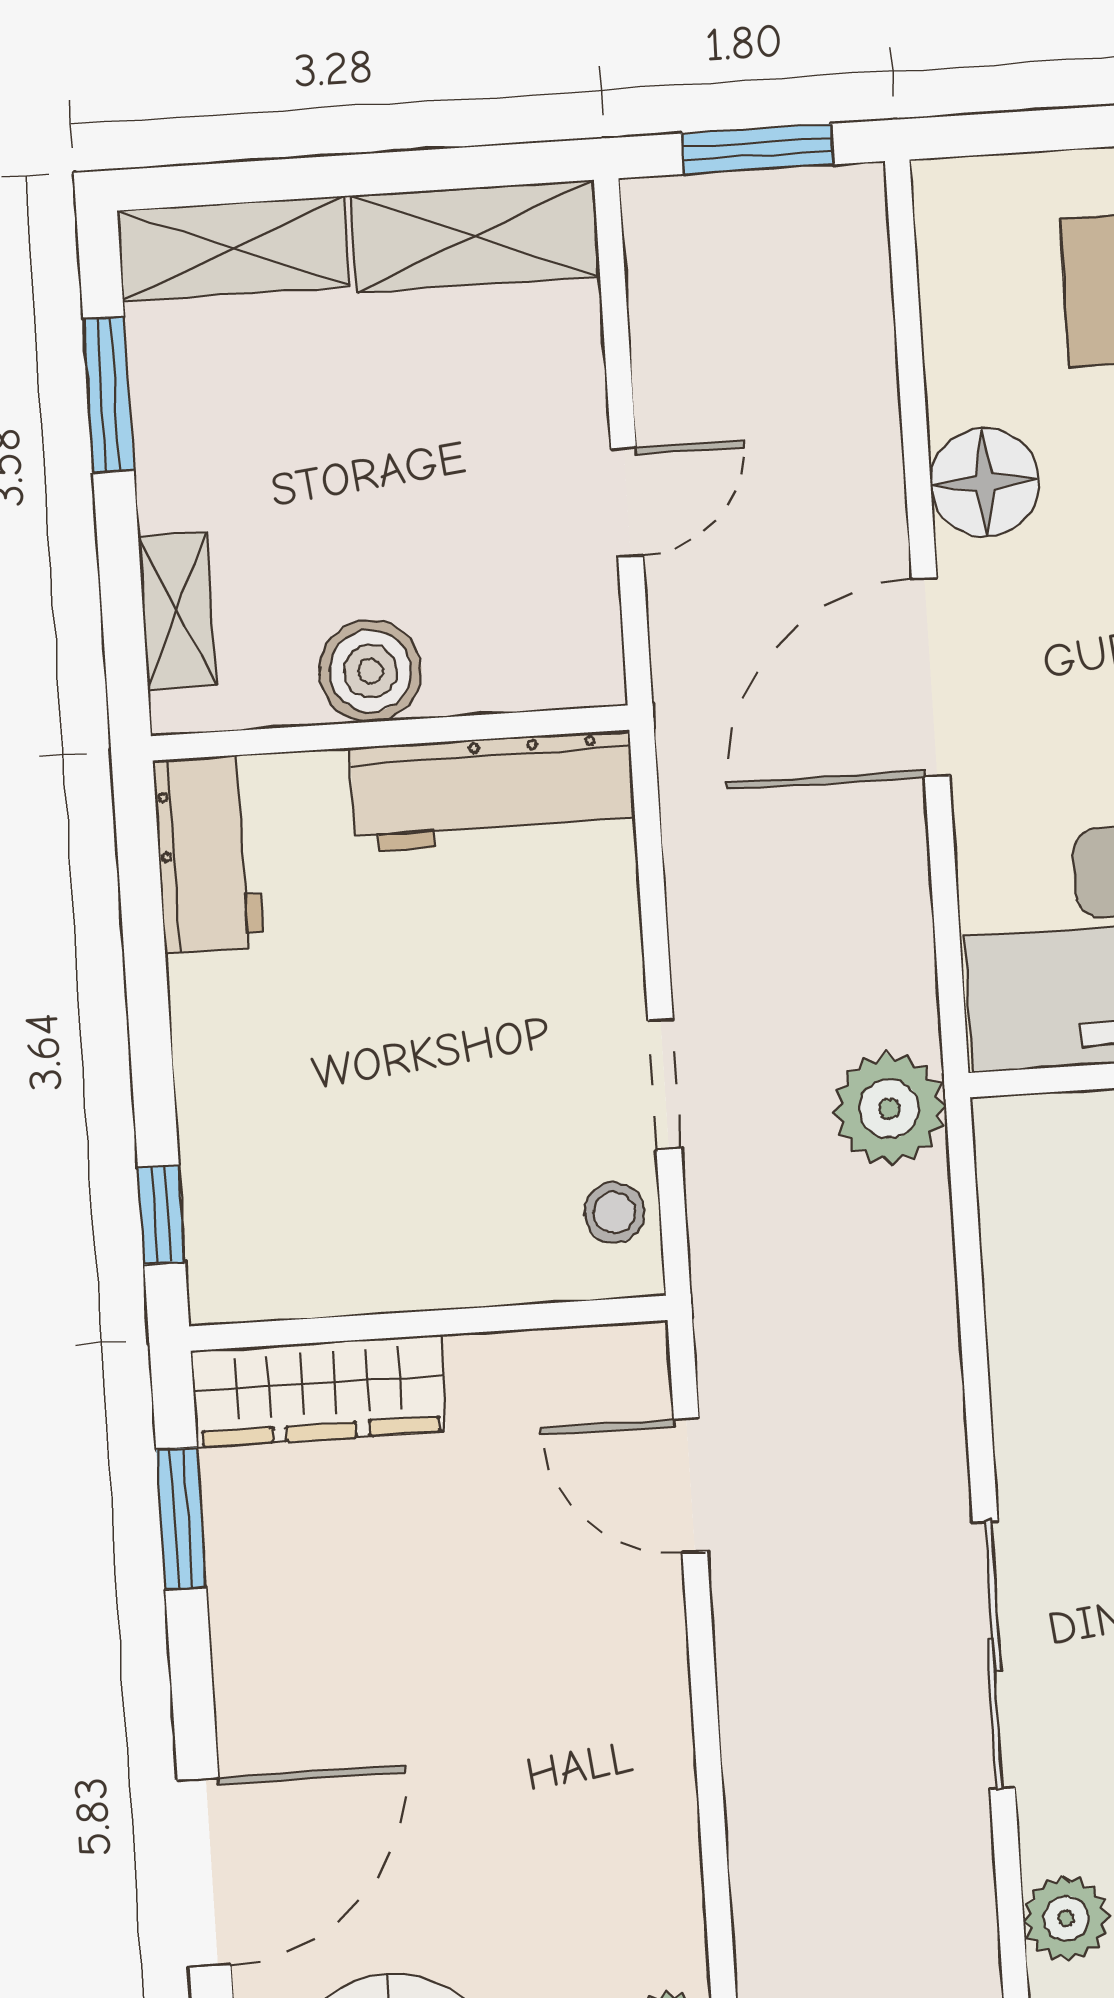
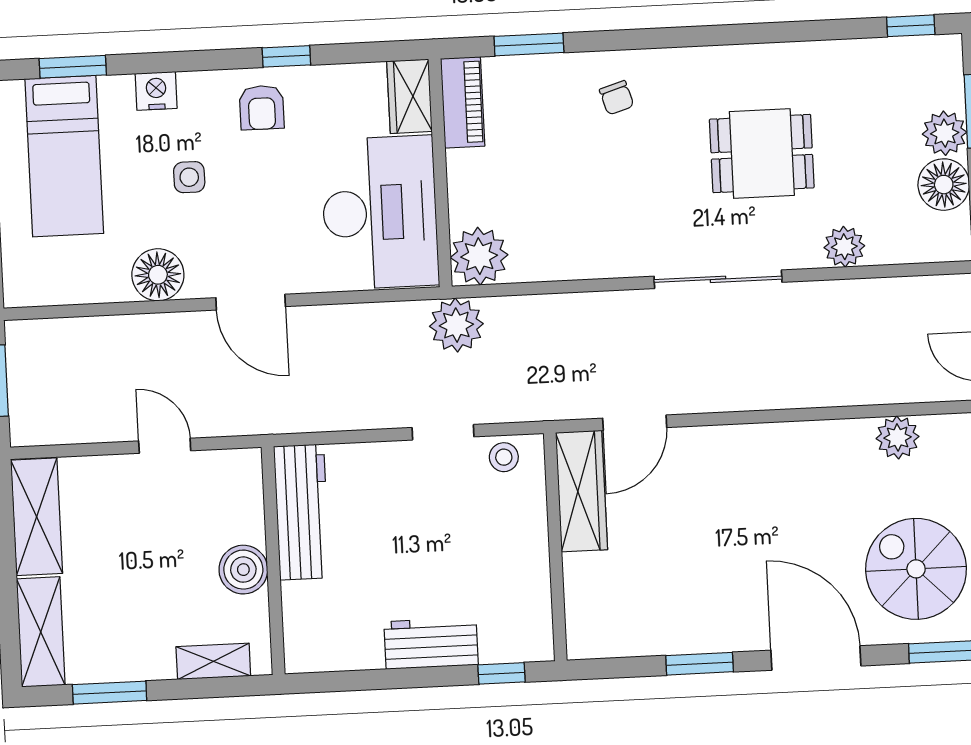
door: (931, 677) -> (251, 302), width x0.73
workbench: (209, 854) -> (431, 643), moved
plant: (1034, 1154) -> (479, 256), added
wardrobe: (319, 1391) -> (582, 491), moved
window: (181, 1518) -> (700, 664), moved

